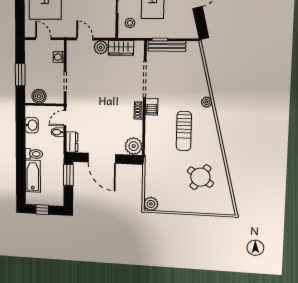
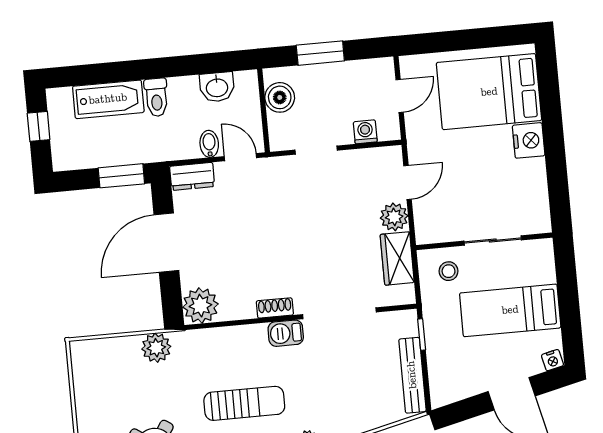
bench: (167, 46) -> (412, 375), moved
sun lounger: (184, 131) -> (244, 403), turned 180
plant: (151, 204) -> (156, 348), moved

